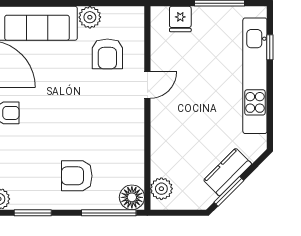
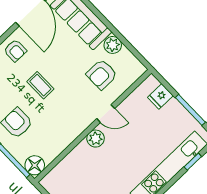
coffee table: (63, 120) -> (40, 85), added
plant: (161, 189) -> (96, 139), moved

